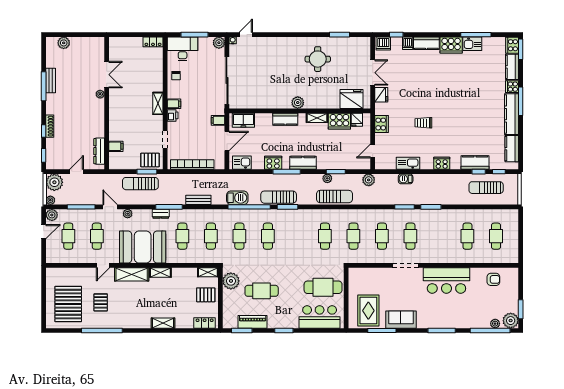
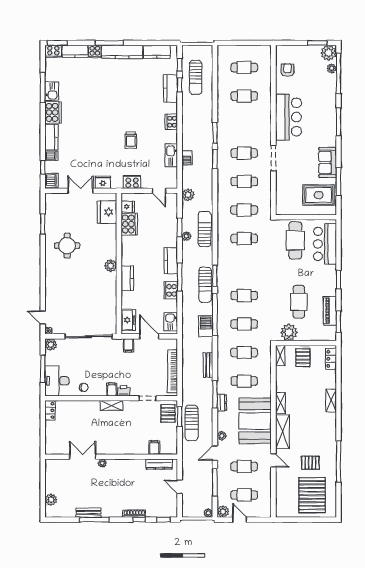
shelving: (317, 118) -> (126, 246), removed
plant: (54, 182) -> (190, 509), removed
pallet: (68, 304) -> (312, 495), turned 90

